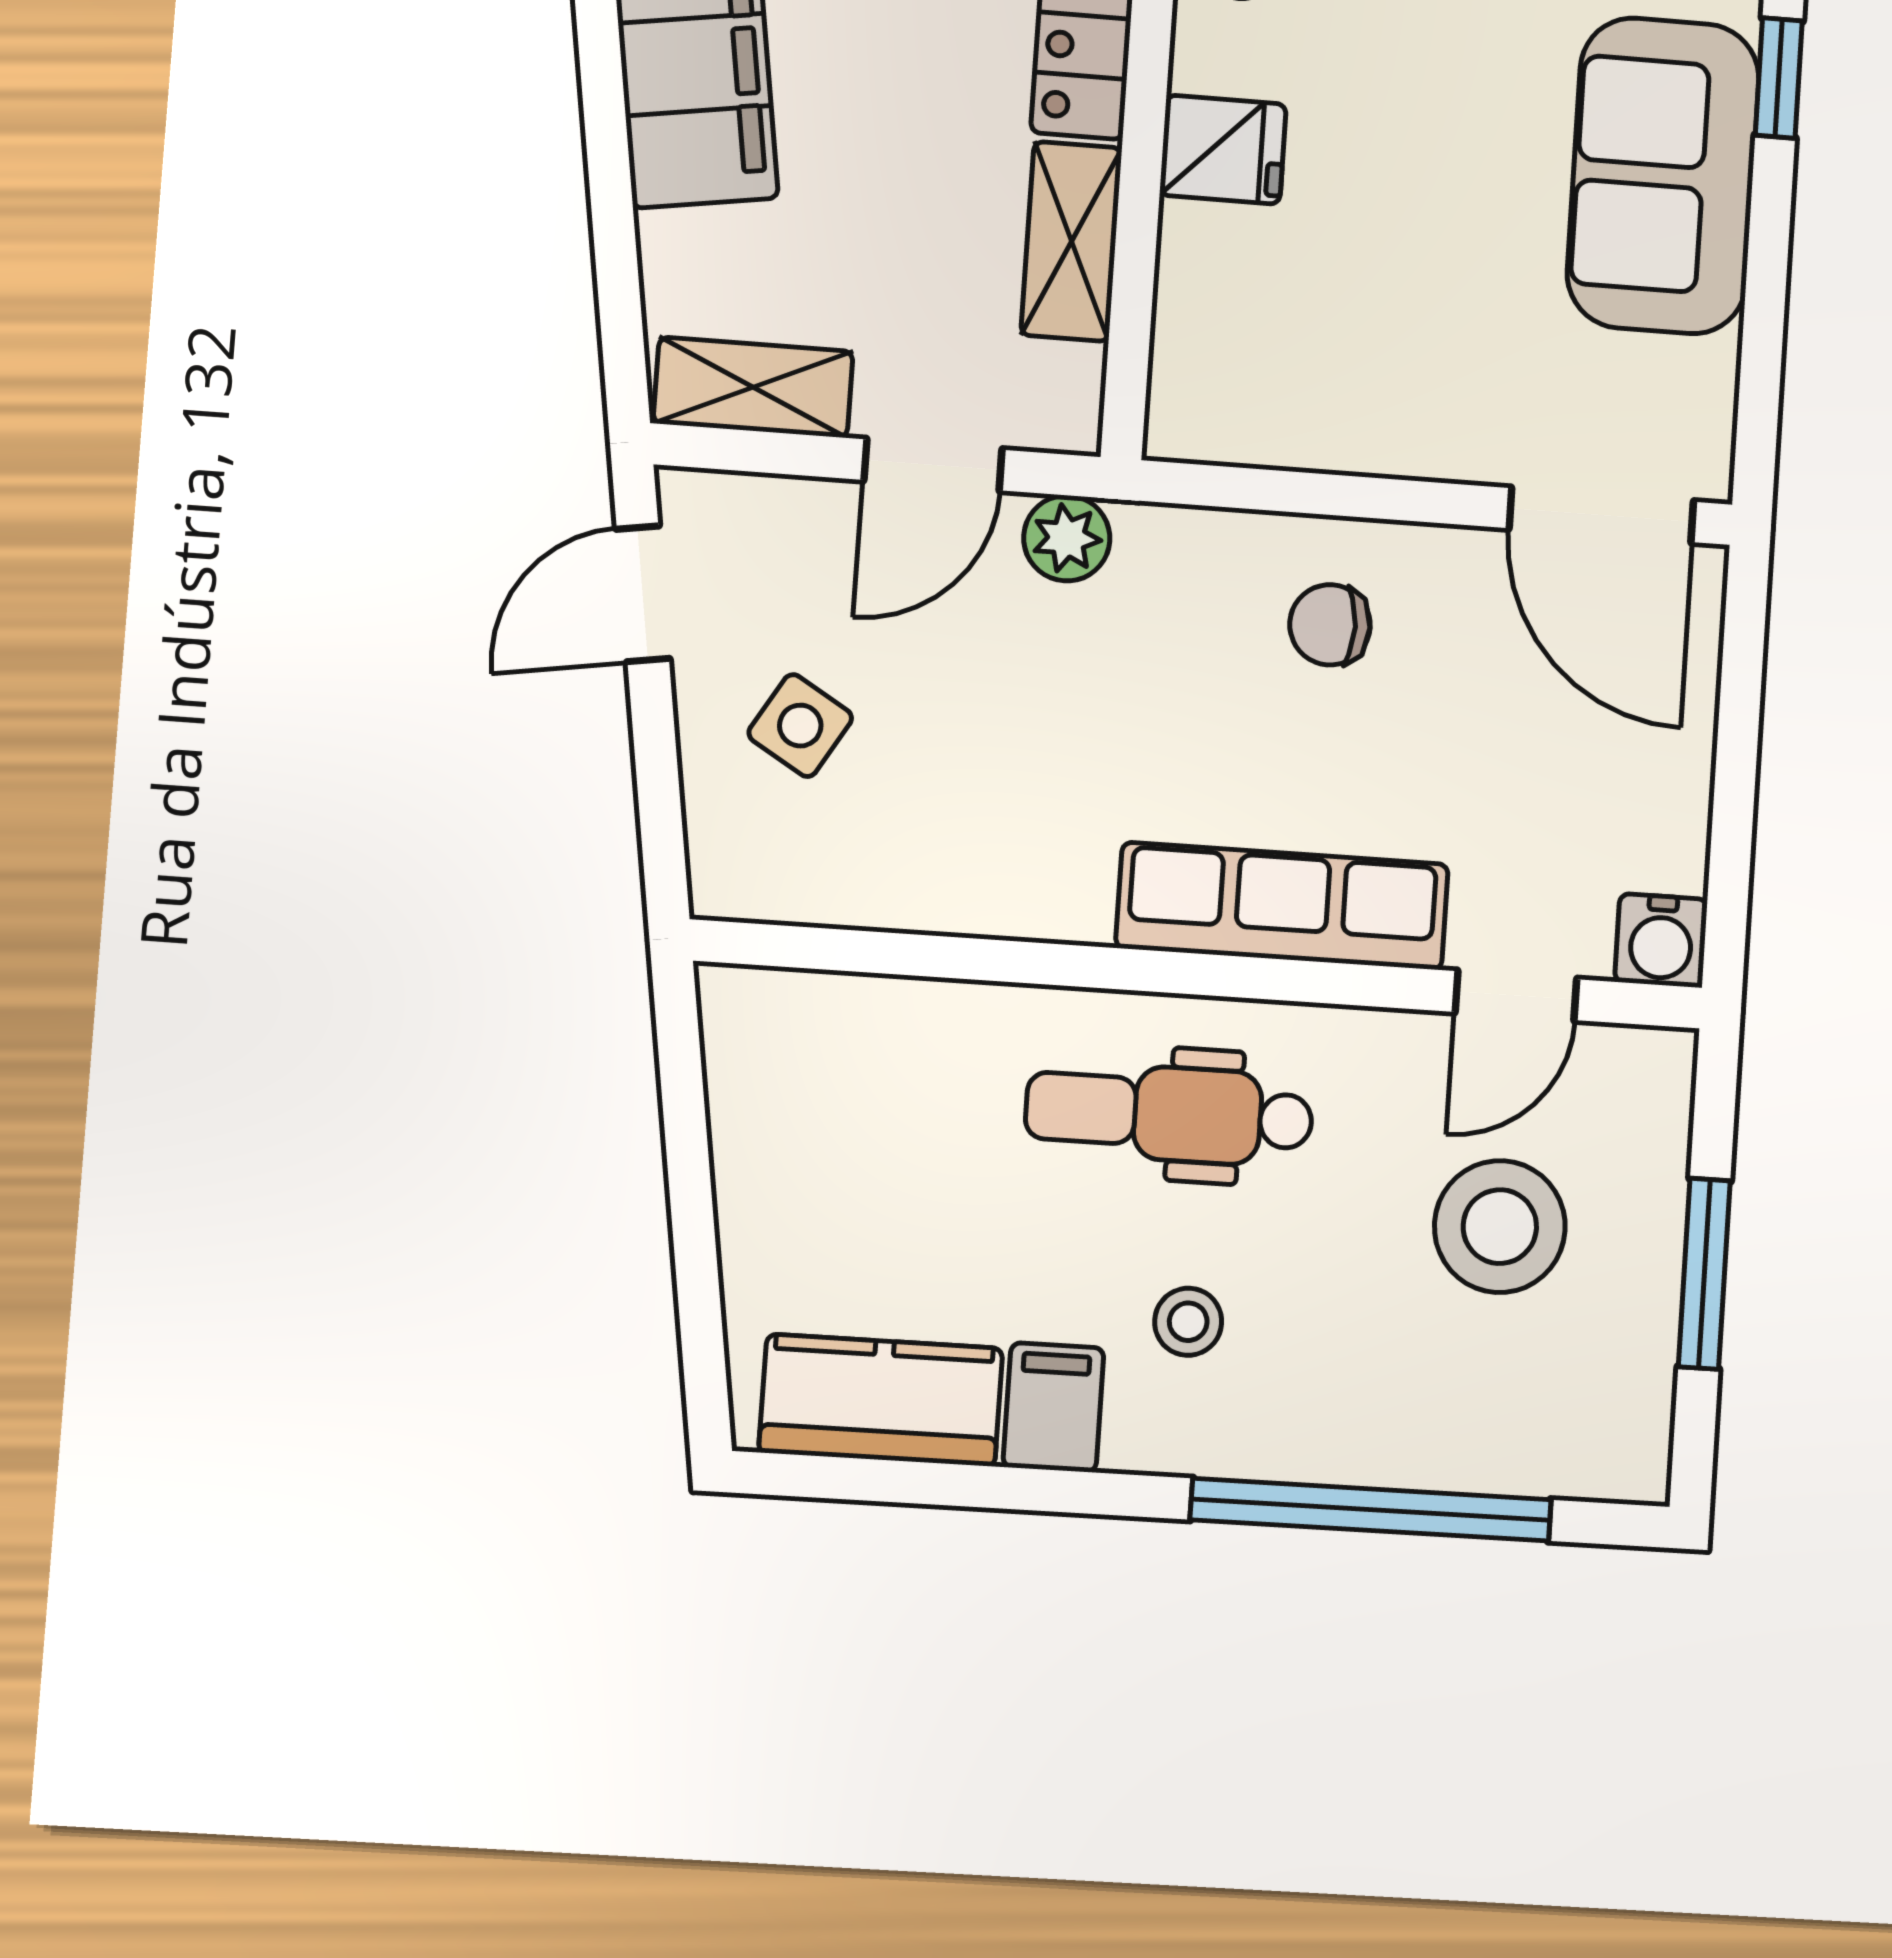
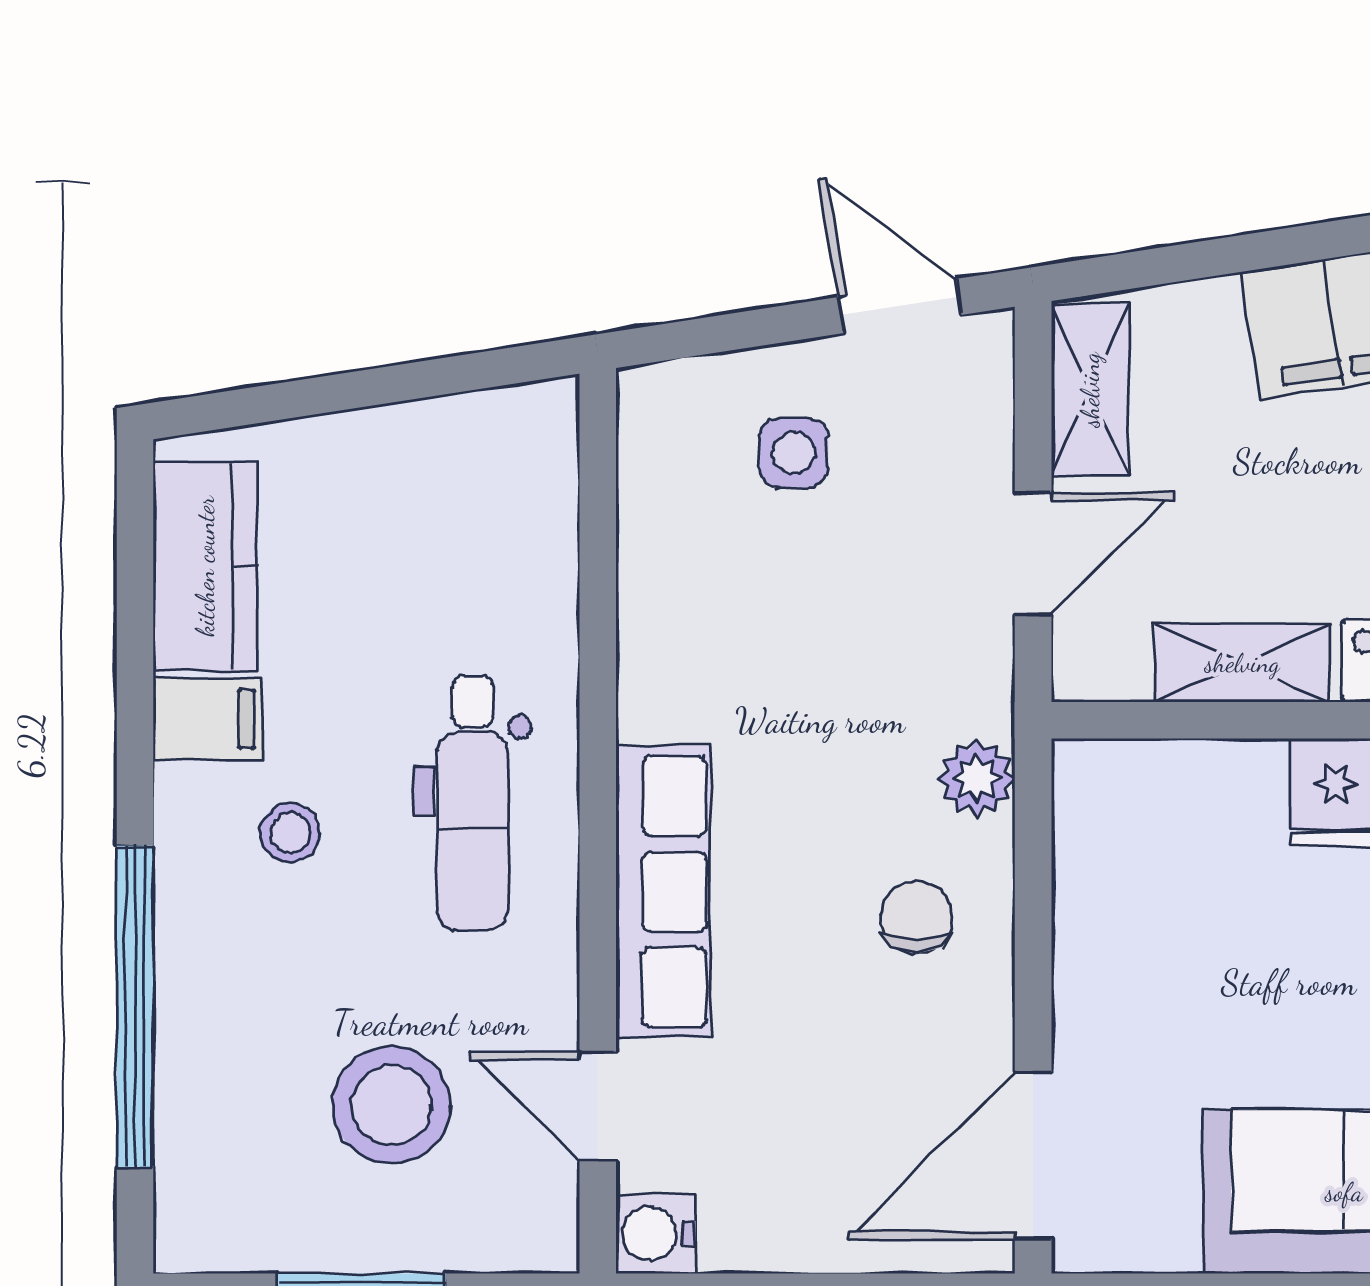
door: (933, 465) -> (1033, 554), swing flipped
plant: (1067, 538) -> (977, 778), moved
side table: (800, 726) -> (793, 453), turned -31
dental chair: (1169, 1114) -> (473, 803), turned 180

